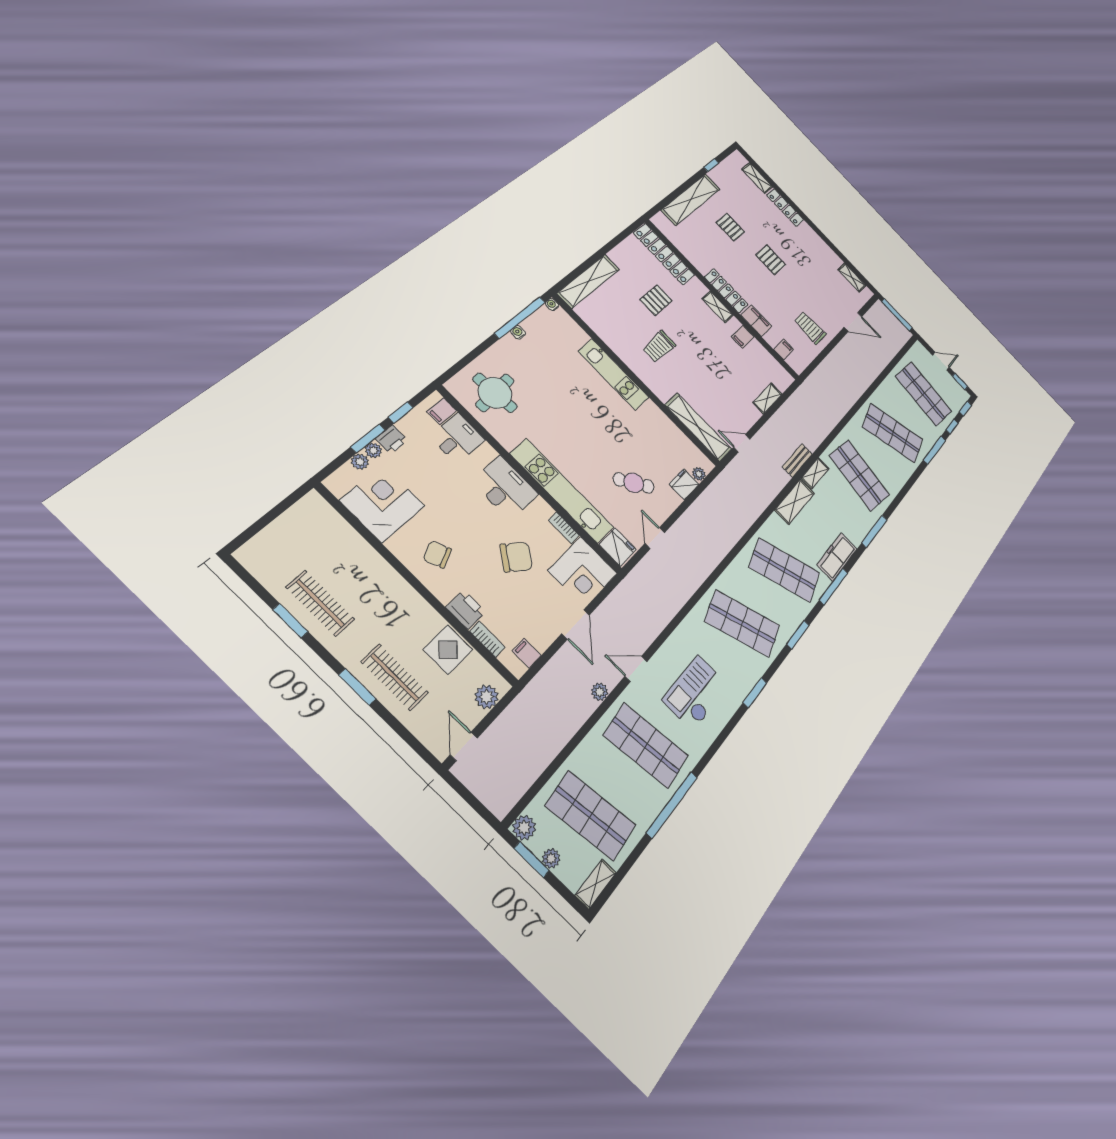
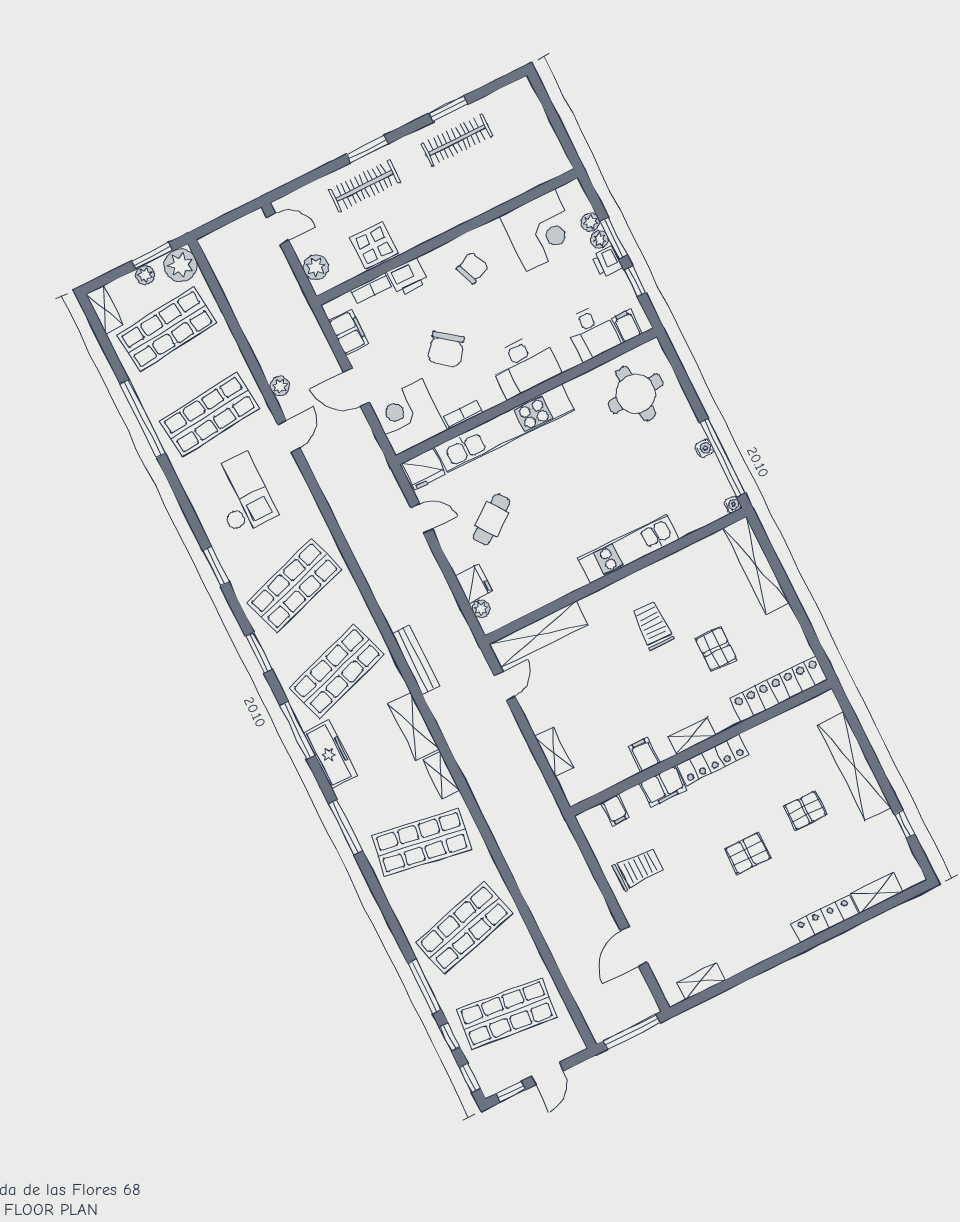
bench: (797, 460) -> (416, 660), moved, width x1.36
filing cabinet: (527, 653) -> (348, 332), width x2.00
plant: (524, 828) -> (181, 265), width x1.36, depth x1.36

